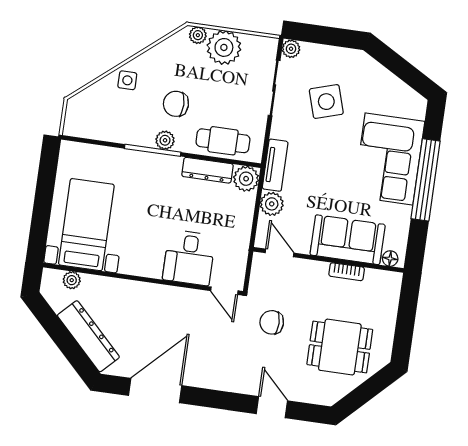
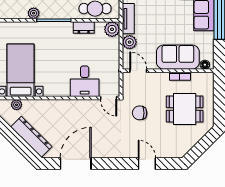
plant: (165, 140) -> (34, 13), moved
dresser: (207, 170) -> (84, 27), width x0.70
dining table: (340, 347) -> (185, 109), moved

